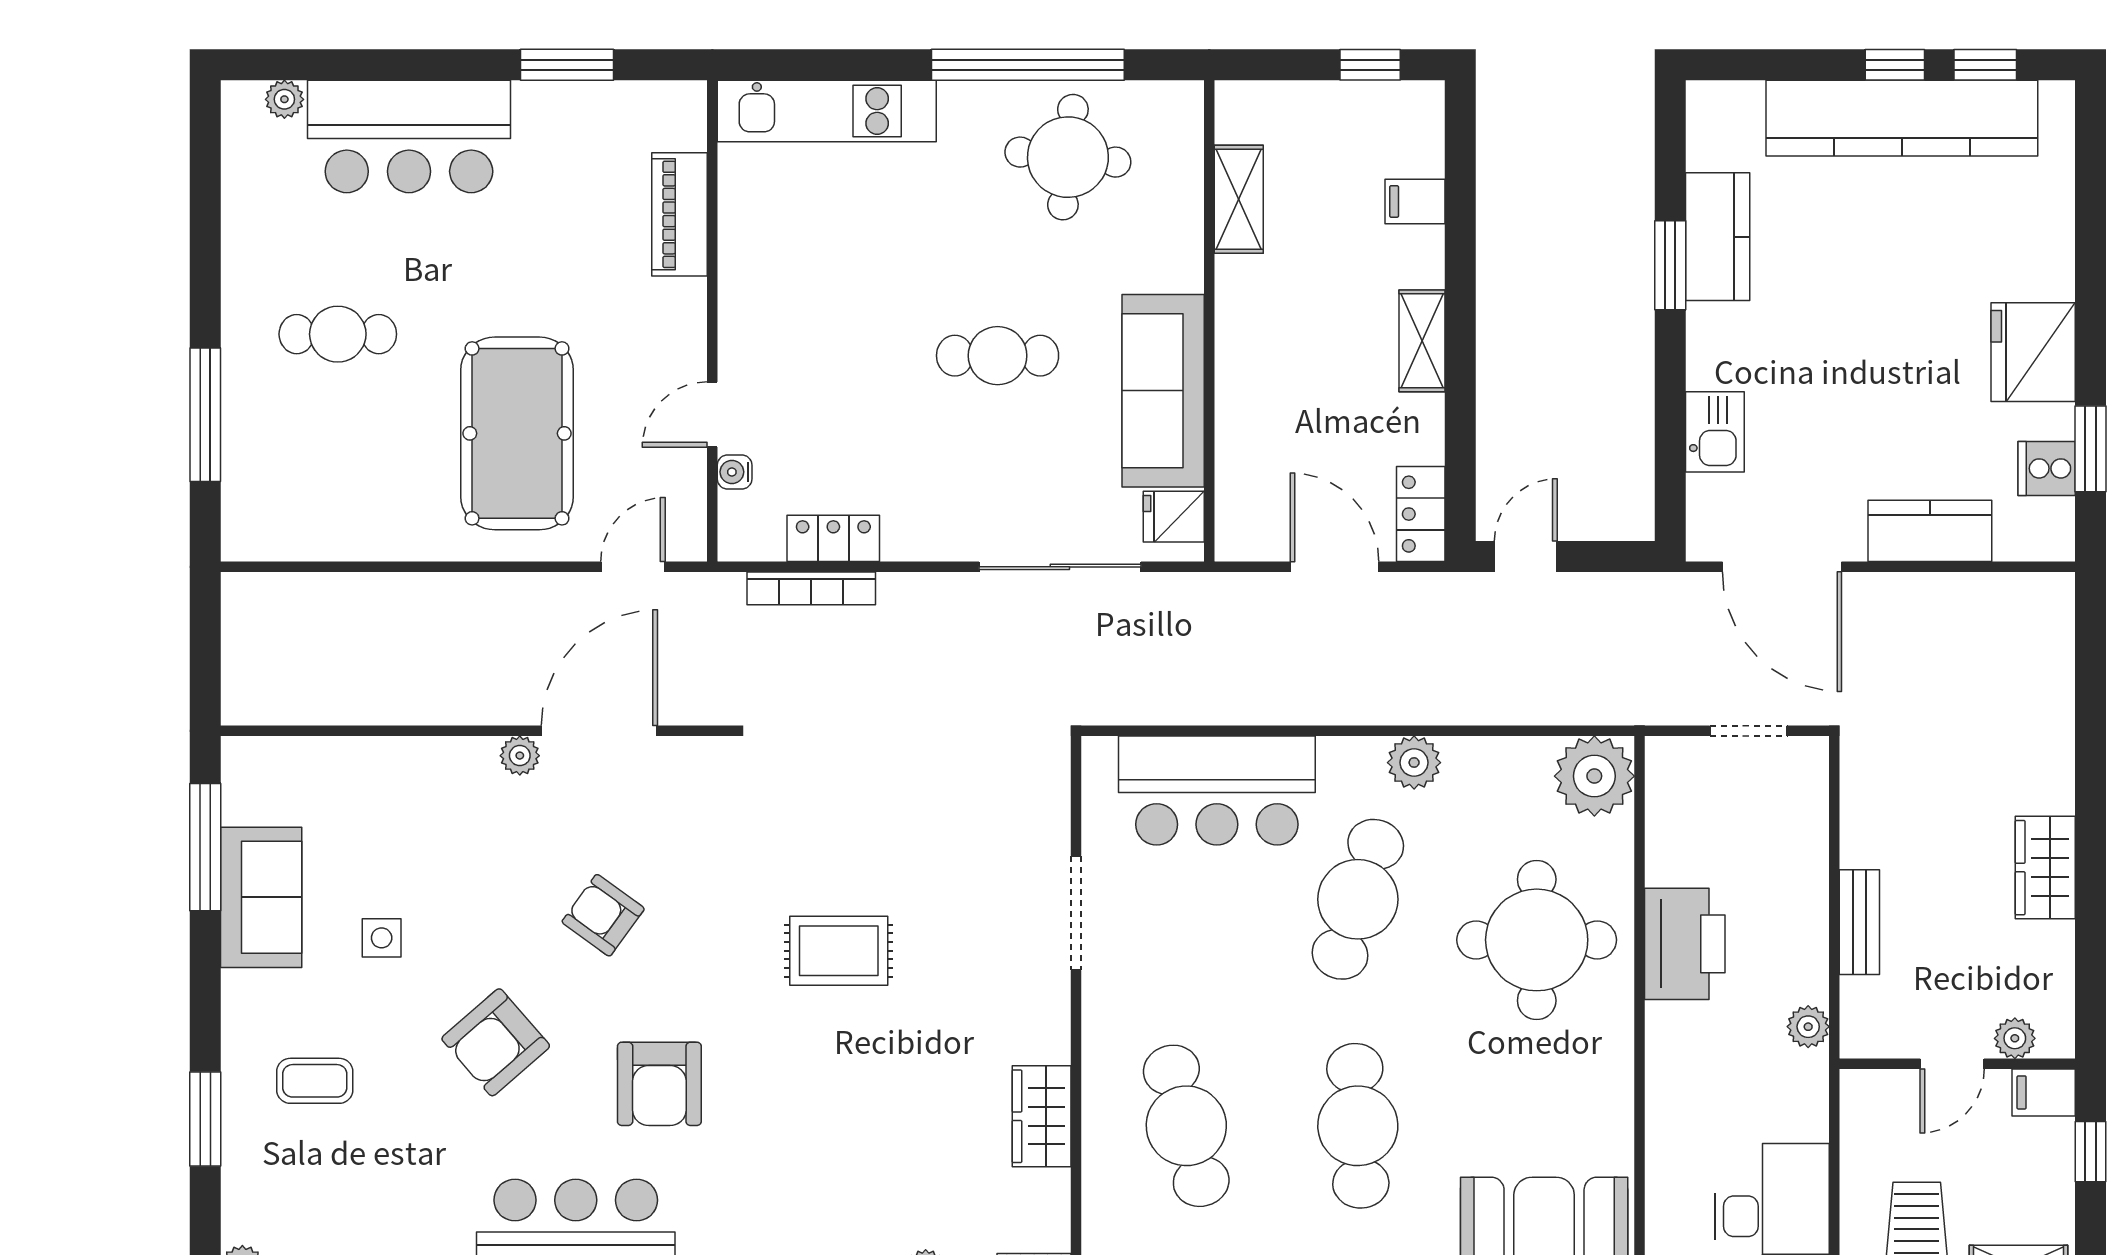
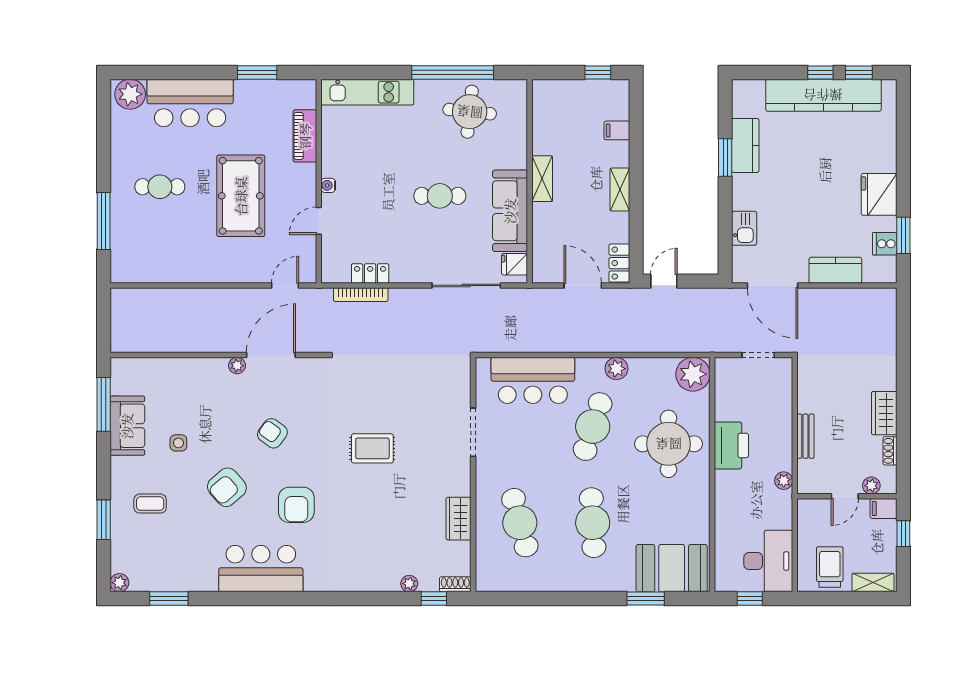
plant: (284, 99) -> (130, 94), width x1.88, depth x1.88
shelving: (1239, 199) -> (542, 179), moved
pool table: (517, 433) -> (241, 196), moved
water cooler: (735, 472) -> (328, 185), moved
shoe rack: (2059, 957) -> (890, 451), added

